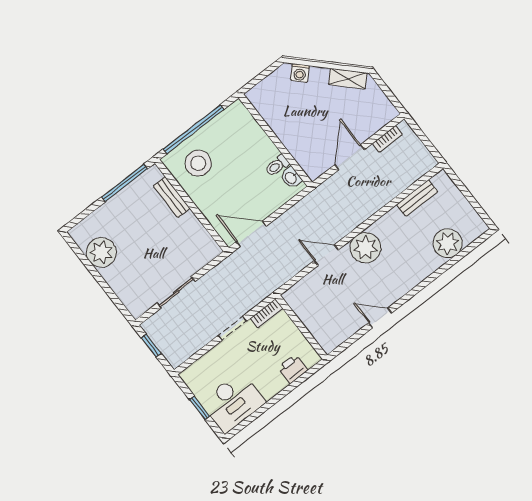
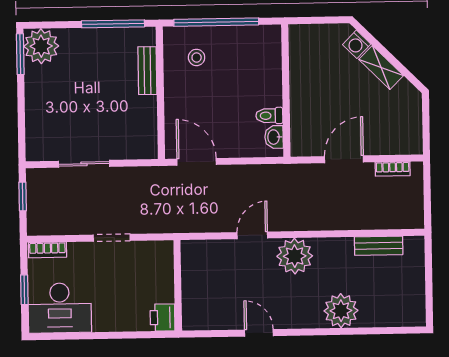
shelving: (348, 79) -> (381, 67), moved
stool: (198, 163) -> (197, 57), width x0.53, depth x0.53
plant: (448, 243) -> (341, 311), moved
window: (77, 251) -> (20, 54), added
plant: (101, 252) -> (41, 46), moved
door: (326, 255) -> (252, 235), hinge flipped
bookcase: (267, 313) -> (47, 250), moved
printer: (293, 369) -> (162, 317), moved, turned -90

